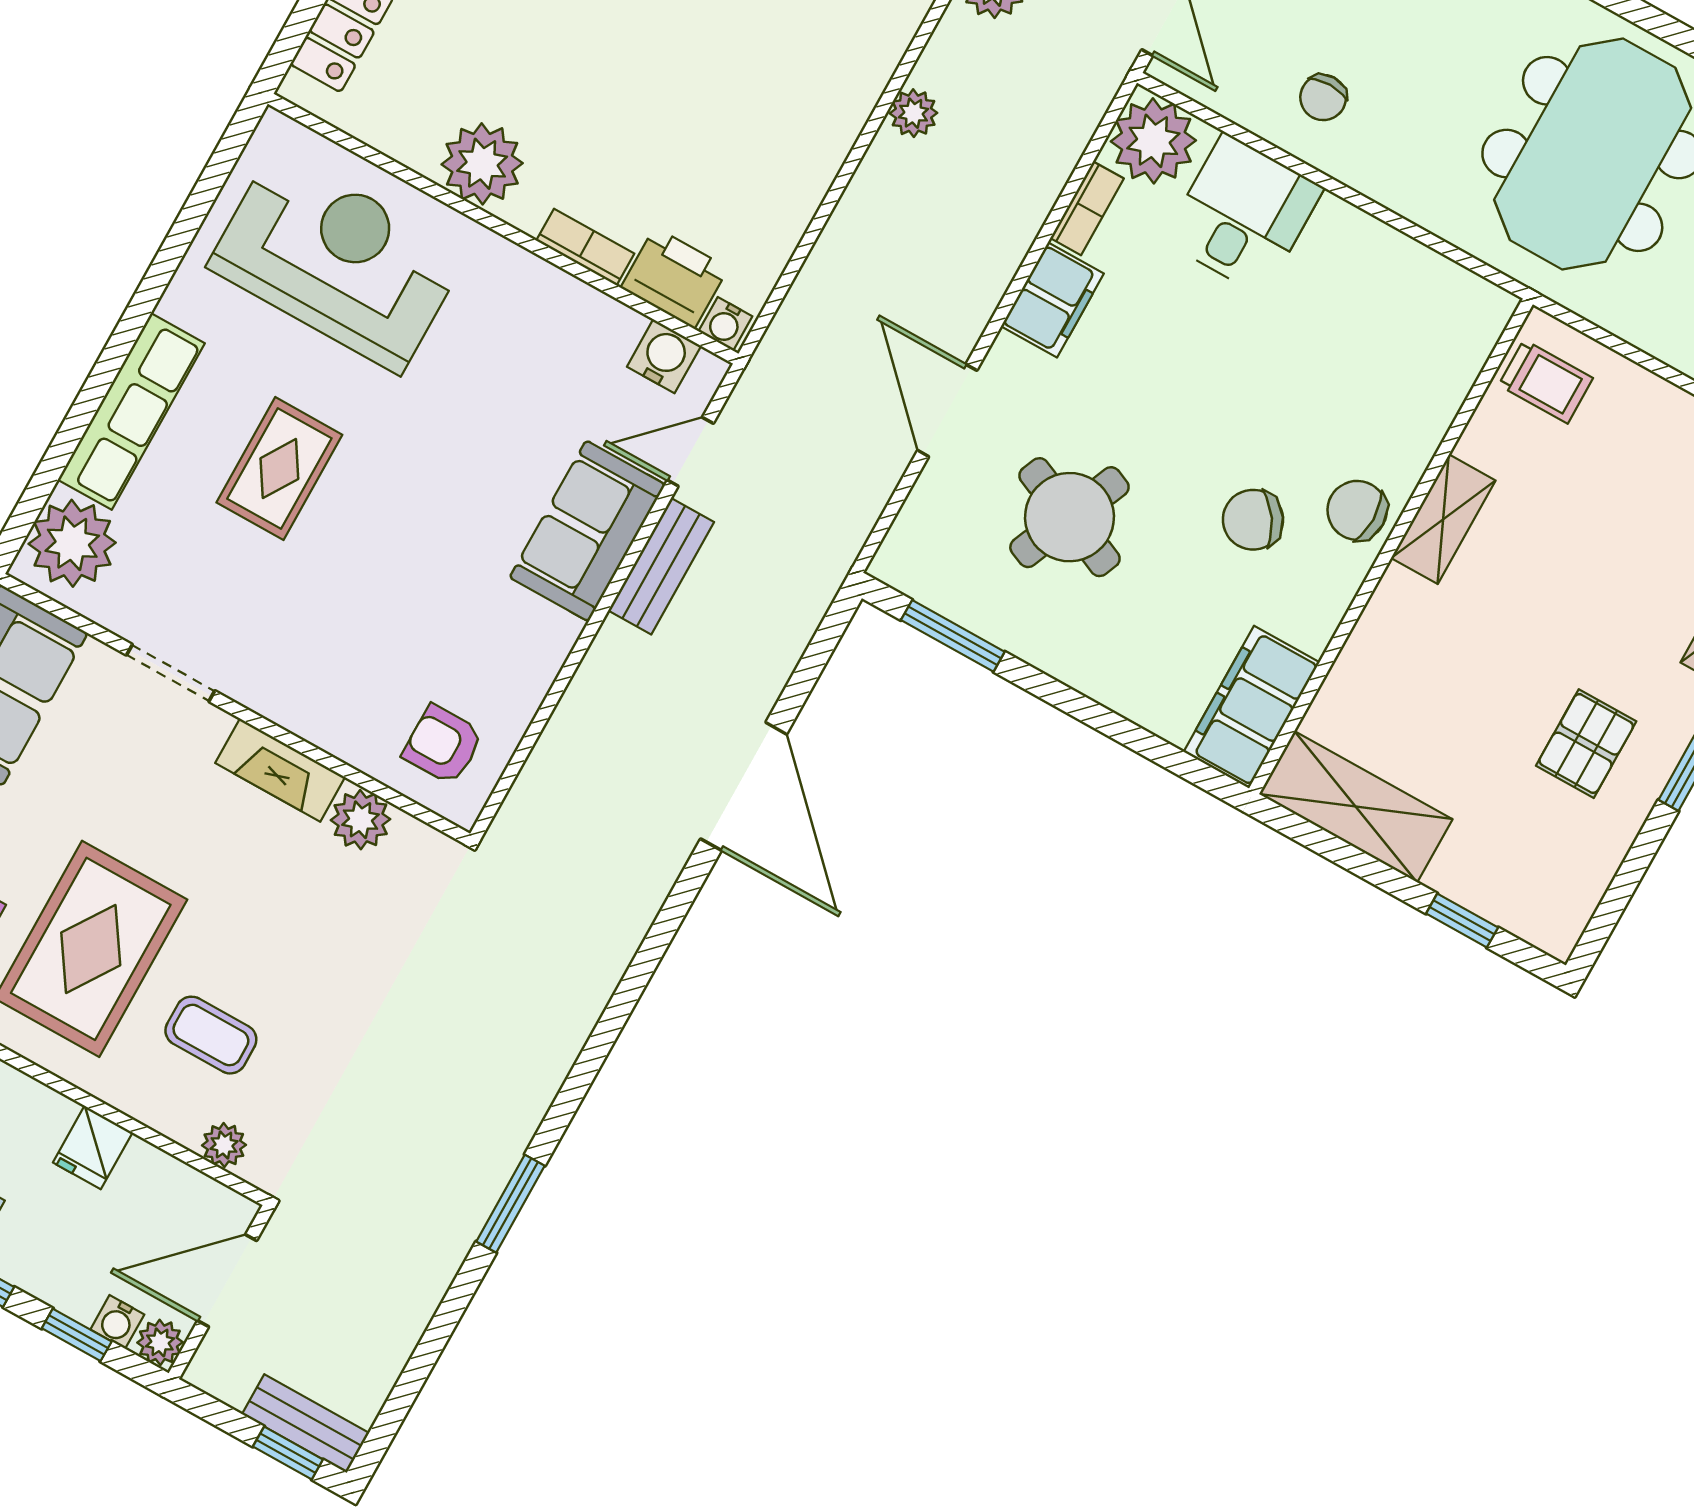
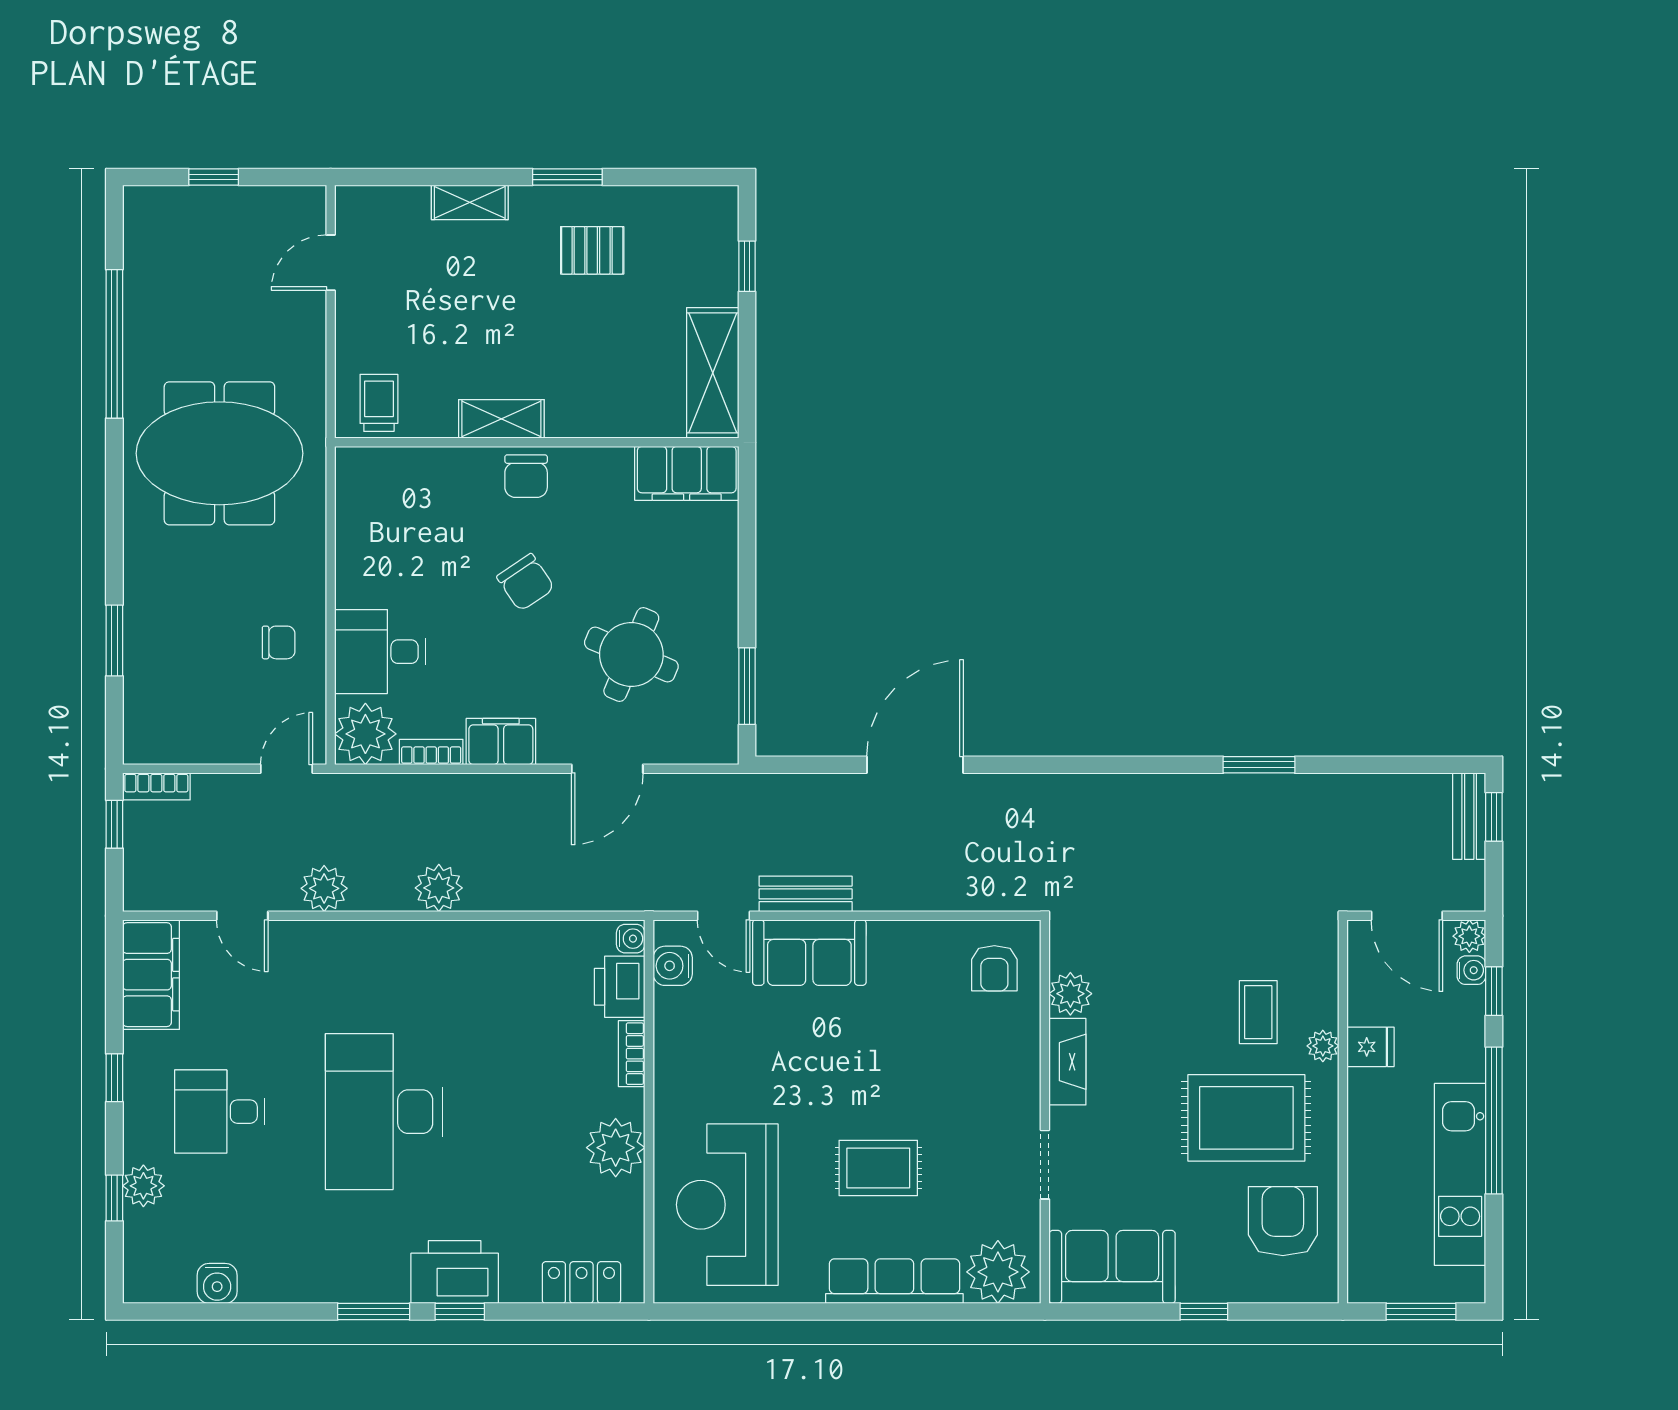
plant: (913, 113) -> (439, 888), width x1.38, depth x1.38
chair: (1253, 520) -> (526, 582), moved
plant: (224, 1145) -> (1323, 1046), moved

